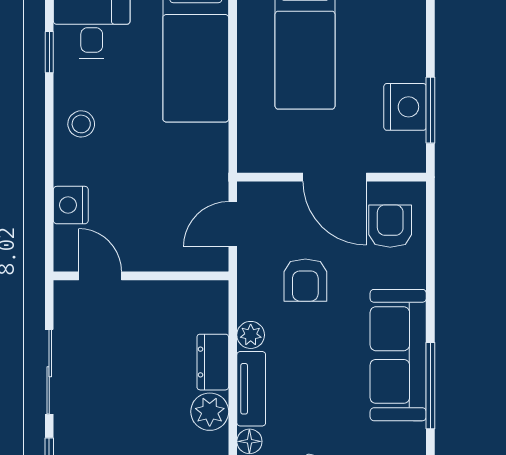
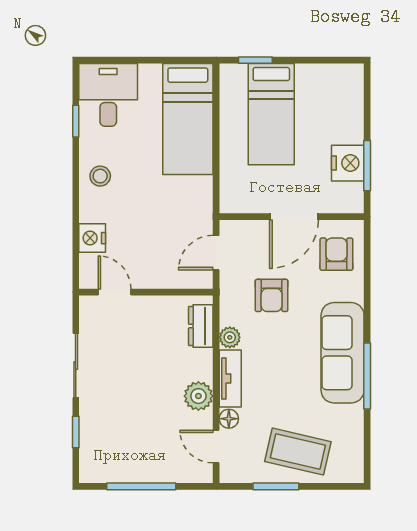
door: (335, 177) -> (294, 217), hinge flipped
dresser: (213, 362) -> (201, 326), moved

